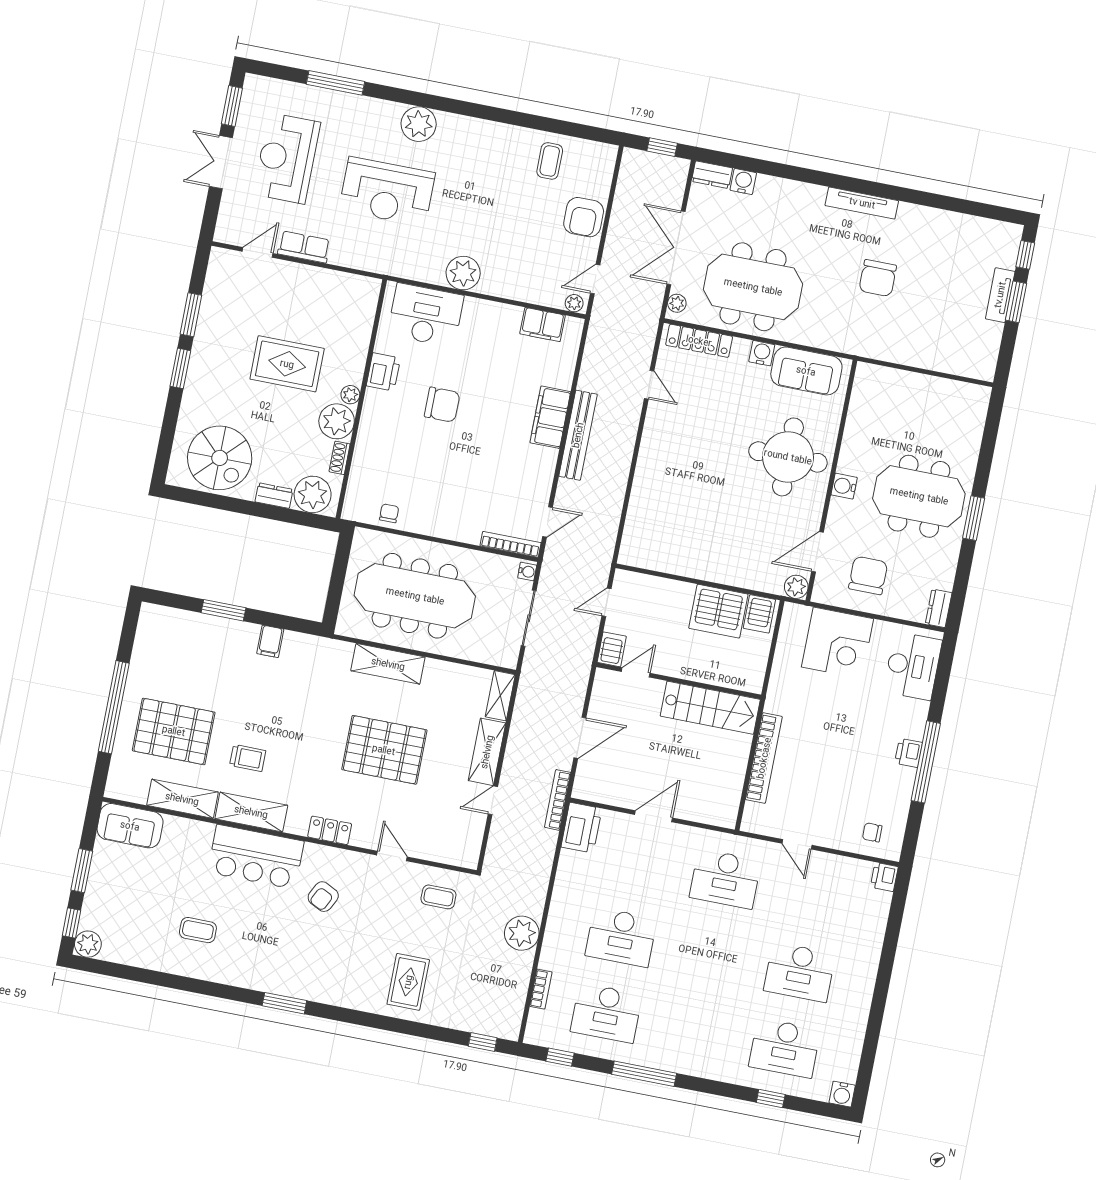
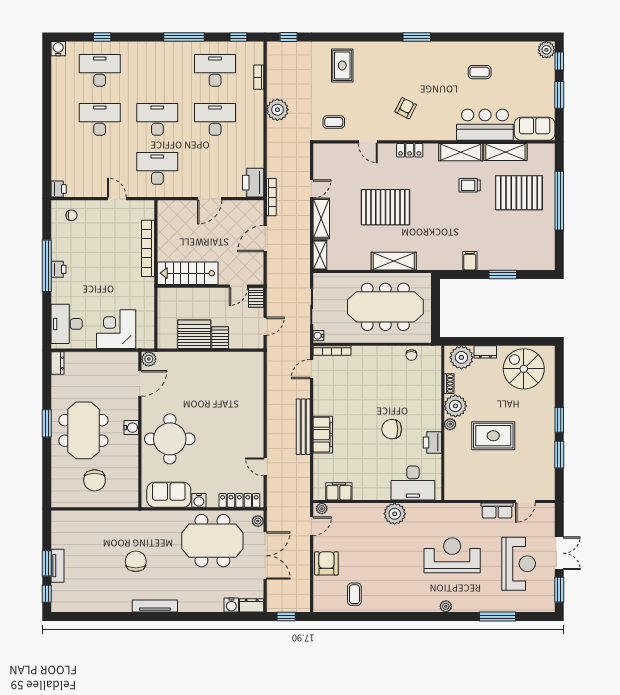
plant: (419, 124) -> (446, 606), width x0.53, depth x0.53
meeting table: (919, 496) -> (83, 430), turned 90
chair: (868, 575) -> (95, 480), moved
server rack: (759, 614) -> (220, 338), moved
bar counter: (256, 857) -> (485, 125), moved
desk: (710, 955) -> (157, 119), added

